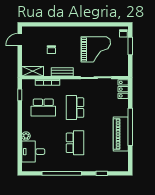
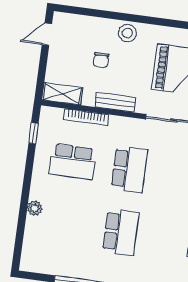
stool: (64, 33) -> (127, 33), added
school desk: (75, 108) -> (129, 169), turned 180
desk: (33, 152) -> (44, 238), removed

